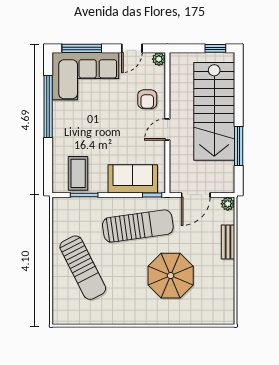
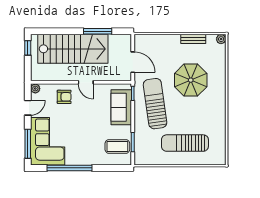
door: (132, 48) -> (28, 108), hinge flipped
plant: (228, 204) -> (221, 39), moved
bench: (228, 242) -> (193, 39), moved
sun lounger: (83, 268) -> (185, 143), turned -153

